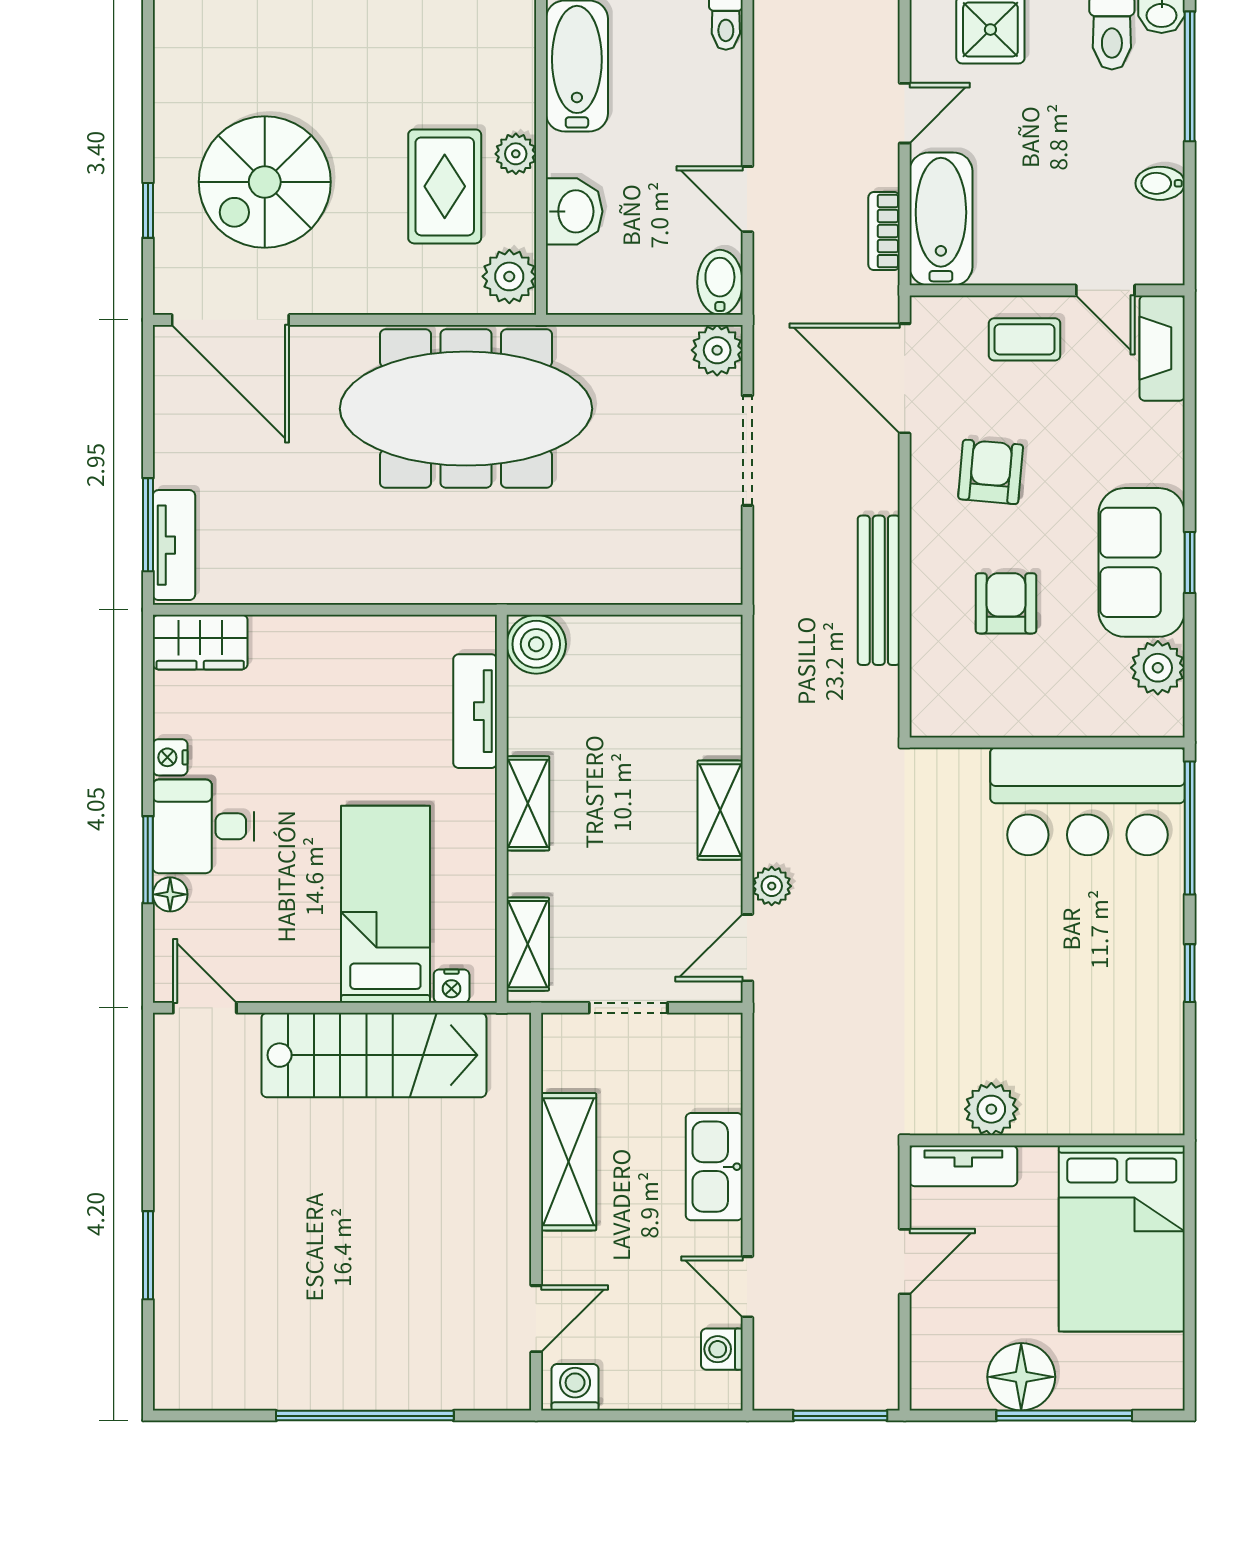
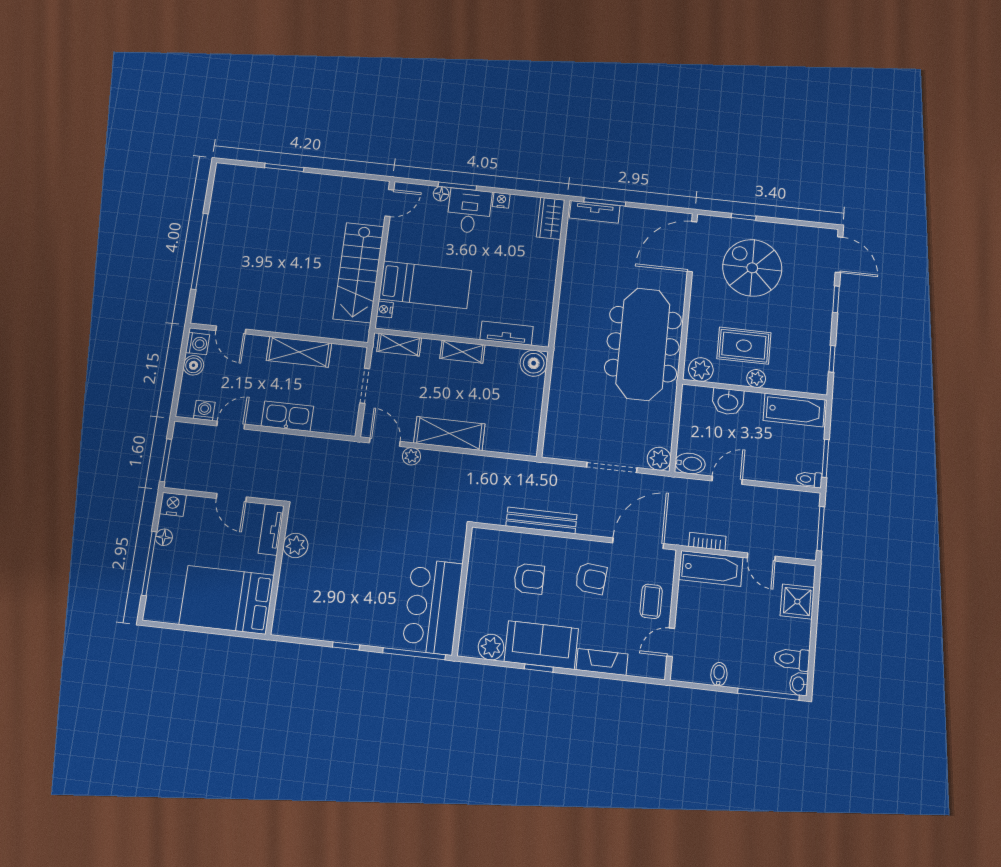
fireplace: (1162, 348) -> (602, 662), moved
shelving: (720, 810) -> (449, 433), width x1.50, depth x1.33
floor lamp: (1021, 1377) -> (164, 537), width x0.53, depth x0.53
nightstand: (933, 1385) -> (173, 504), added
boiler: (625, 1388) -> (193, 365), added

